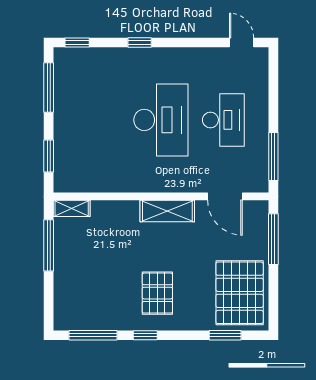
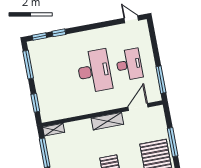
window: (140, 43) -> (59, 33), moved
door: (225, 196) -> (138, 107), swing flipped
window: (273, 239) -> (173, 142), moved

